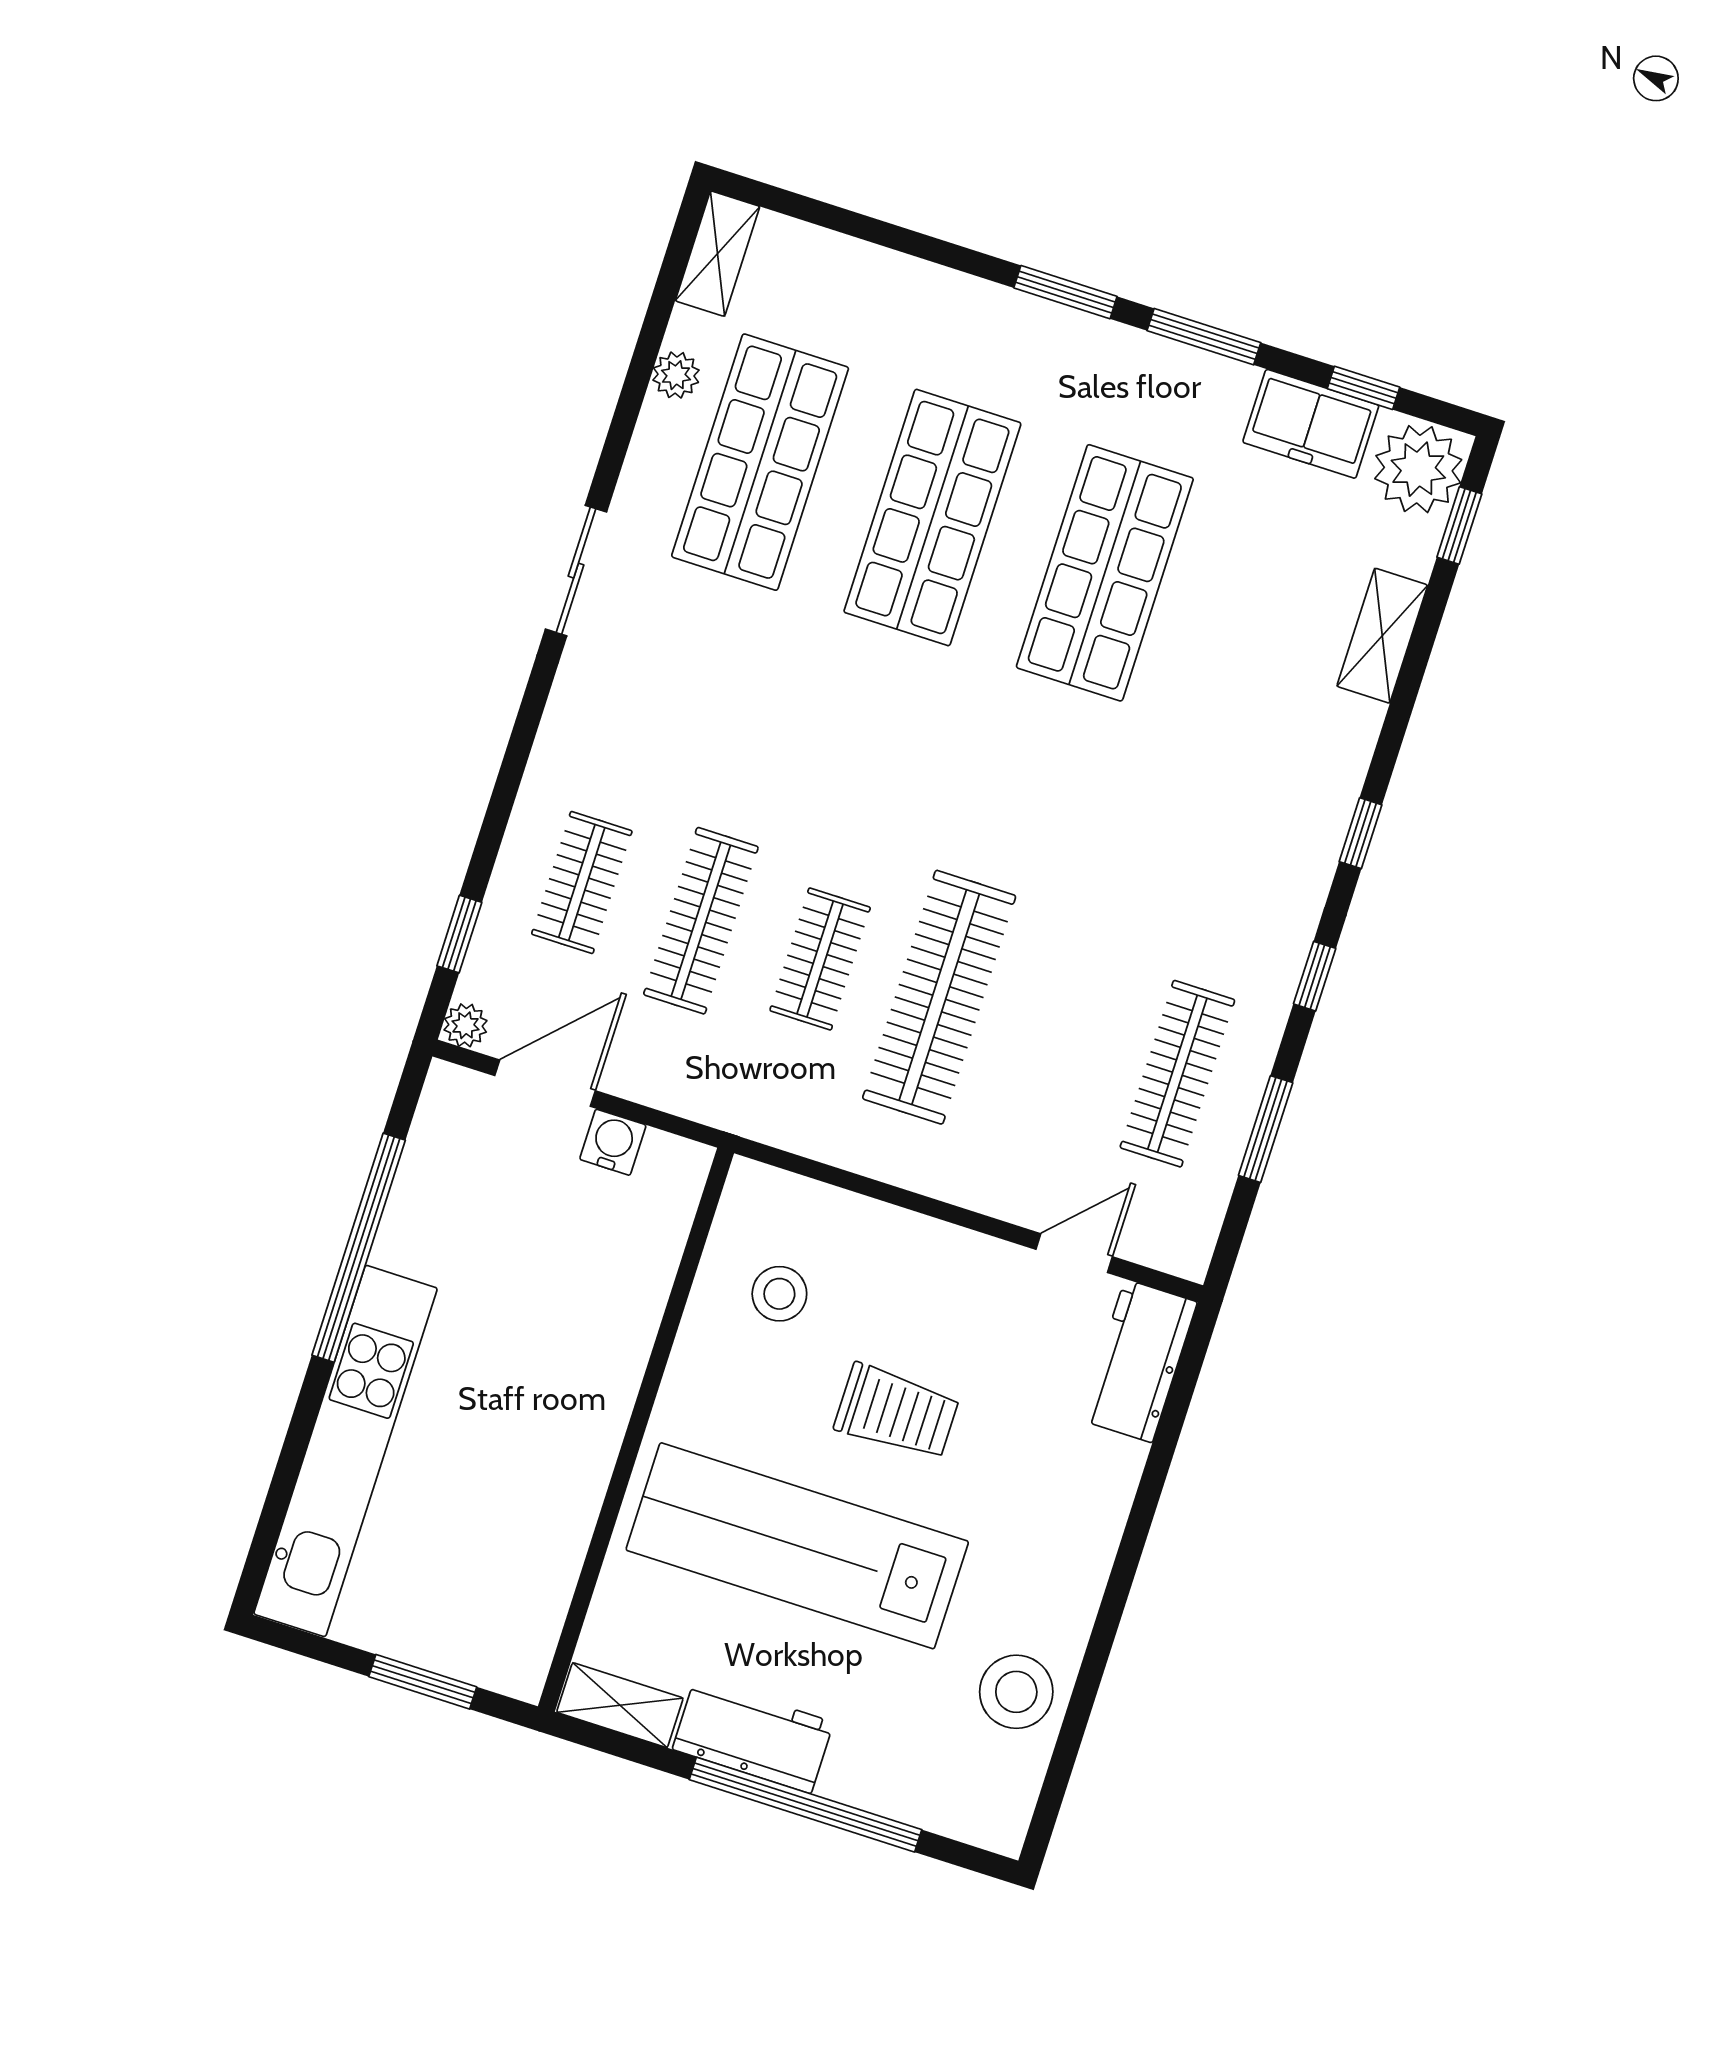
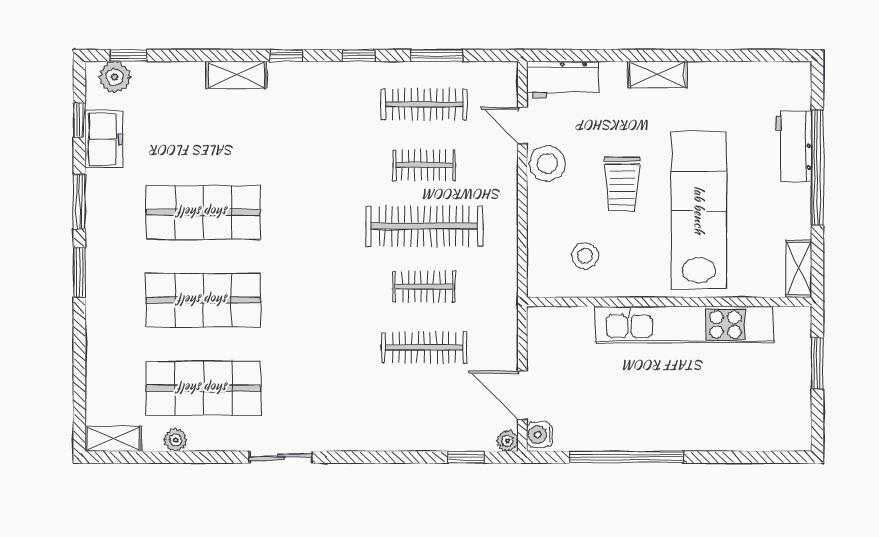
plant: (1418, 469) -> (115, 77), width x0.73, depth x0.73
shelving: (1382, 636) -> (236, 75), moved
clothes rail: (582, 882) -> (424, 165), moved
water cooler: (613, 1142) -> (540, 435), moved
trolley: (897, 1412) -> (622, 184), turned 180
kitchen unit: (345, 1451) -> (685, 325), moved, turned 180
lab bench: (797, 1546) -> (699, 210), turned 180
shelving: (1089, 1550) -> (658, 74), added
stool: (1016, 1692) -> (547, 164), moved
workbench: (753, 1736) -> (793, 146), moved

